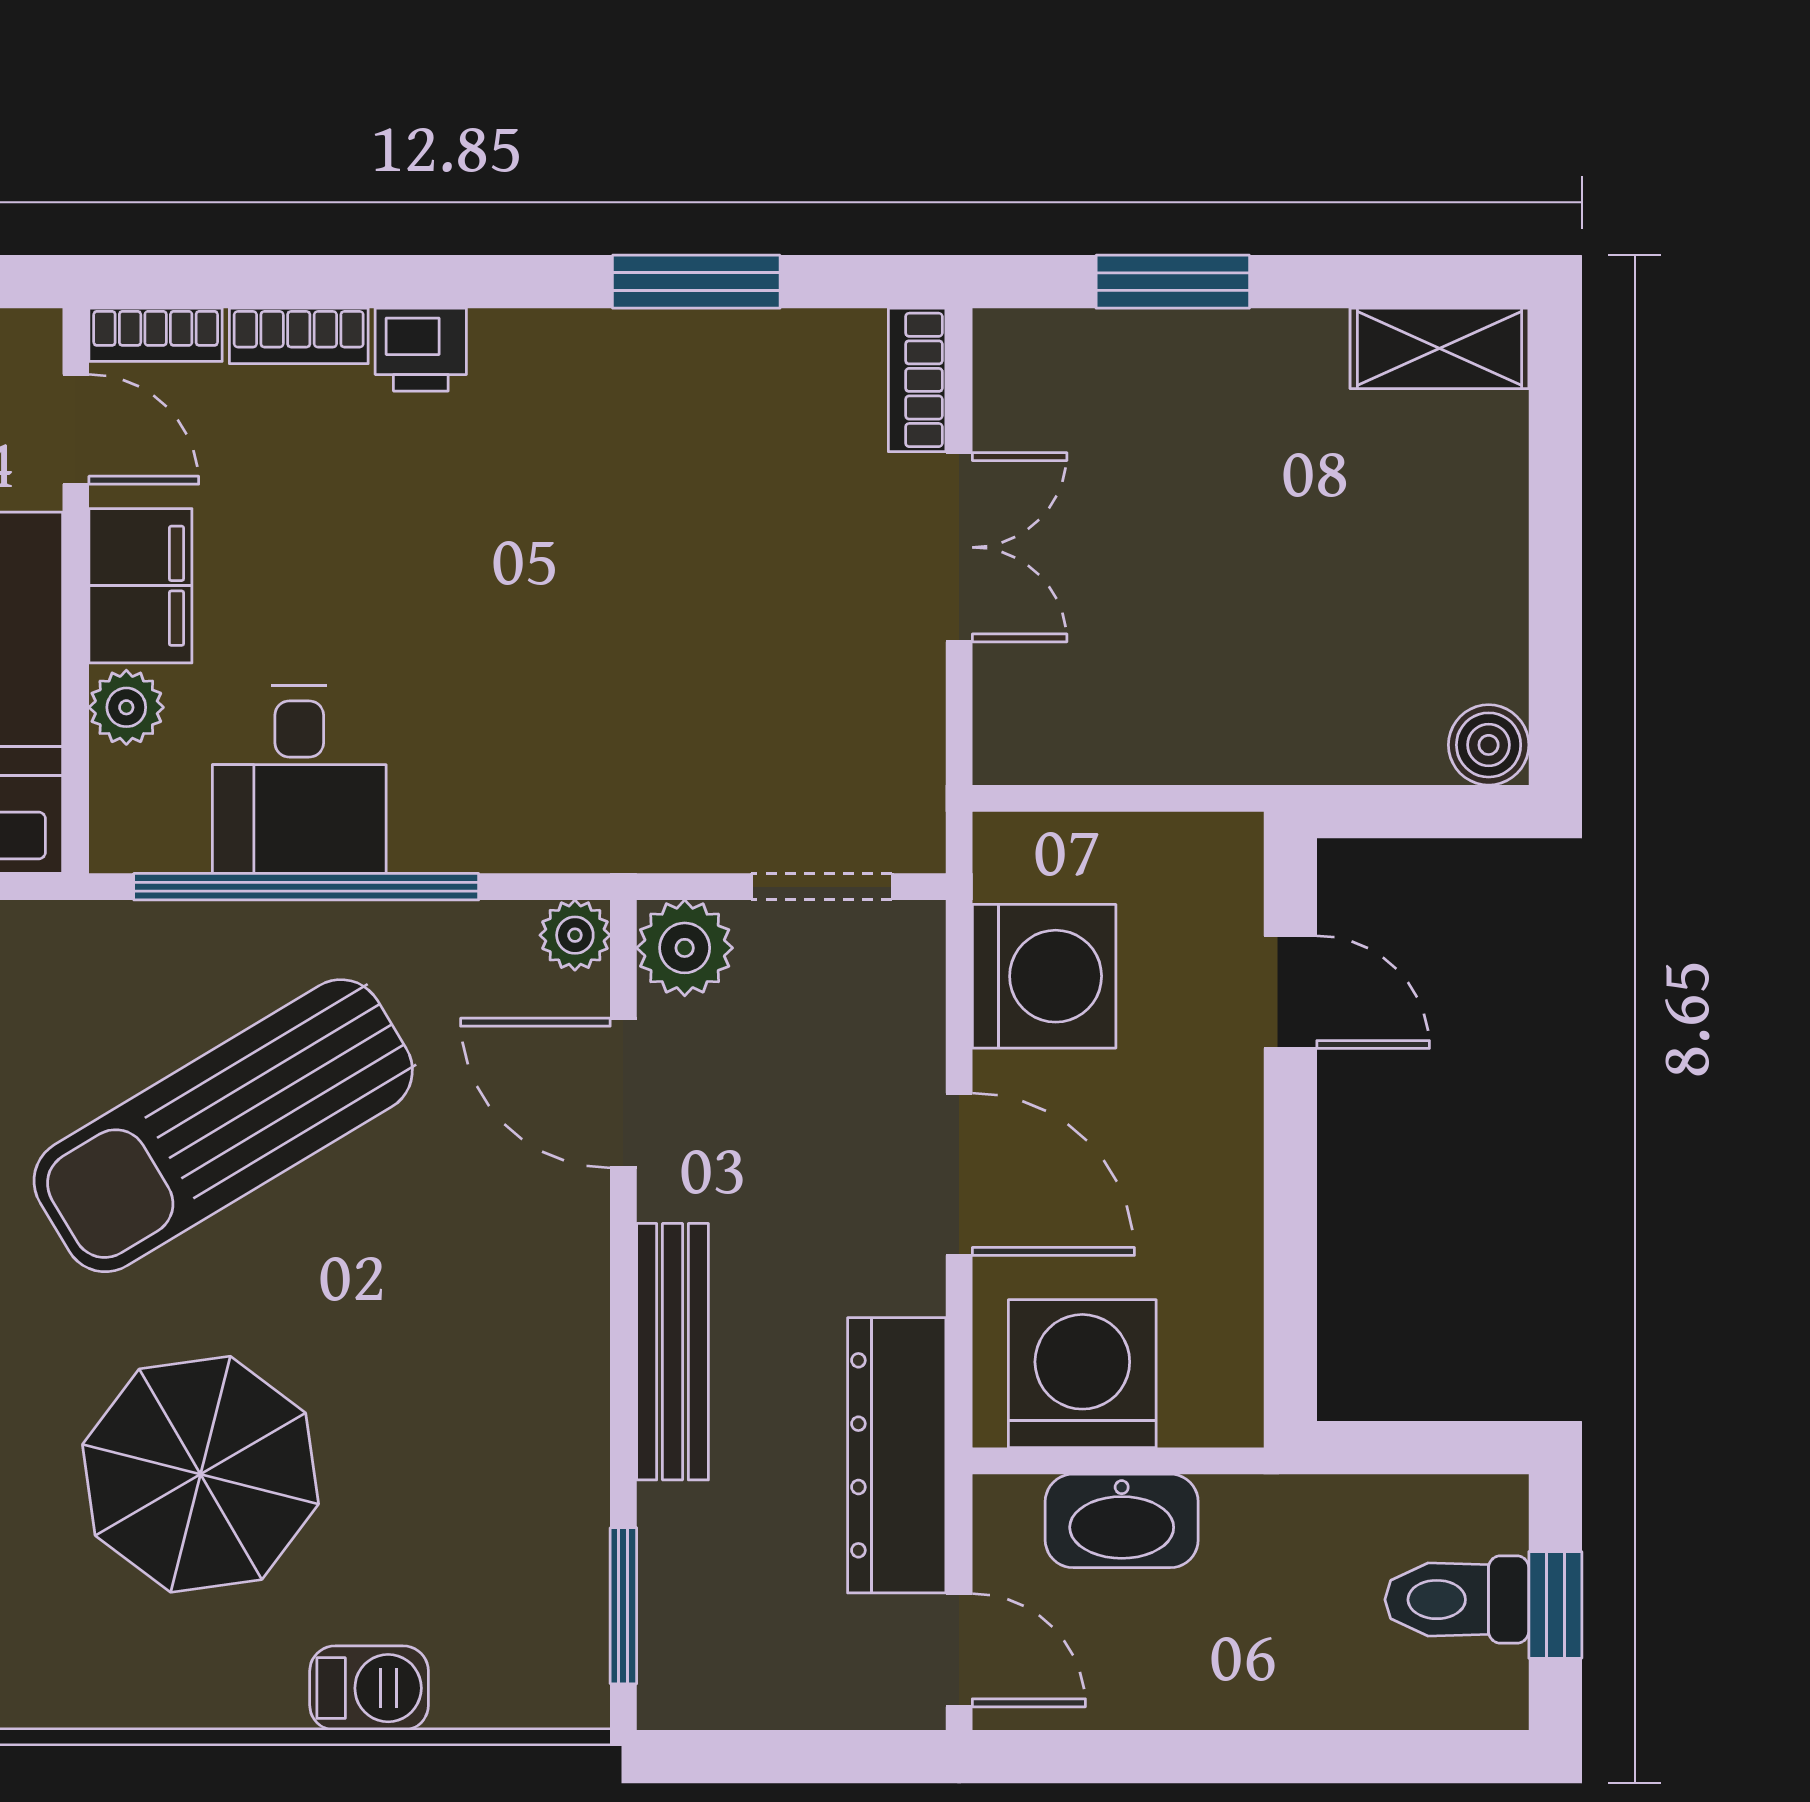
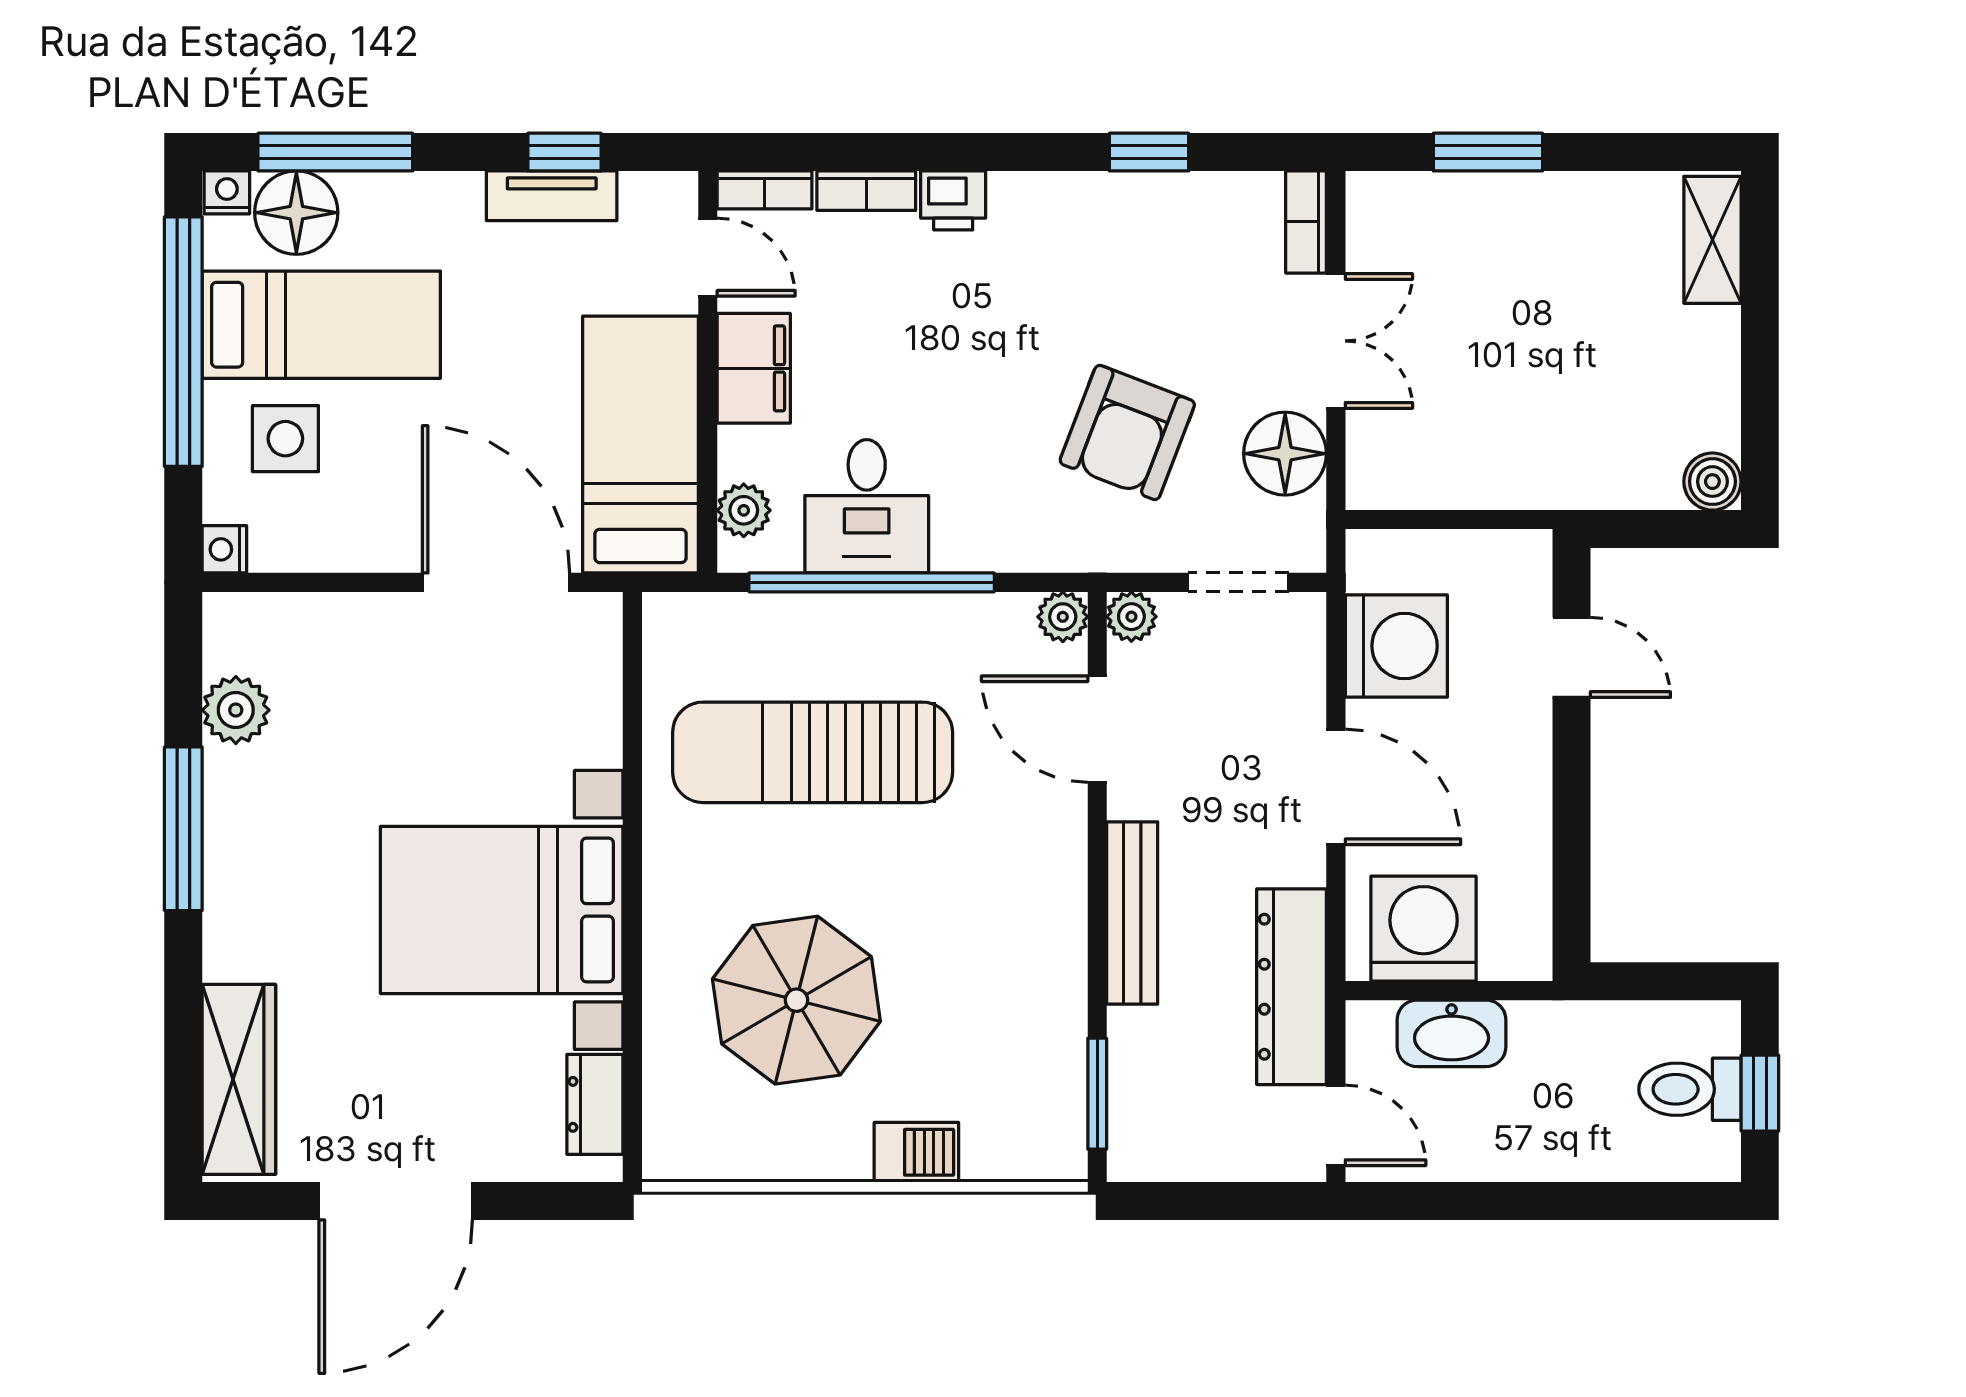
window: (696, 282) -> (1149, 152), width x0.67
shelving: (1439, 348) -> (1712, 240), moved, turned 90
armchair: (666, 676) -> (1127, 432), added
floor lamp: (888, 706) -> (1285, 454), added
plant: (126, 707) -> (744, 510), moved
plant: (685, 948) -> (1131, 617), width x0.73, depth x0.73
sun lounger: (223, 1126) -> (813, 752), turned 31

